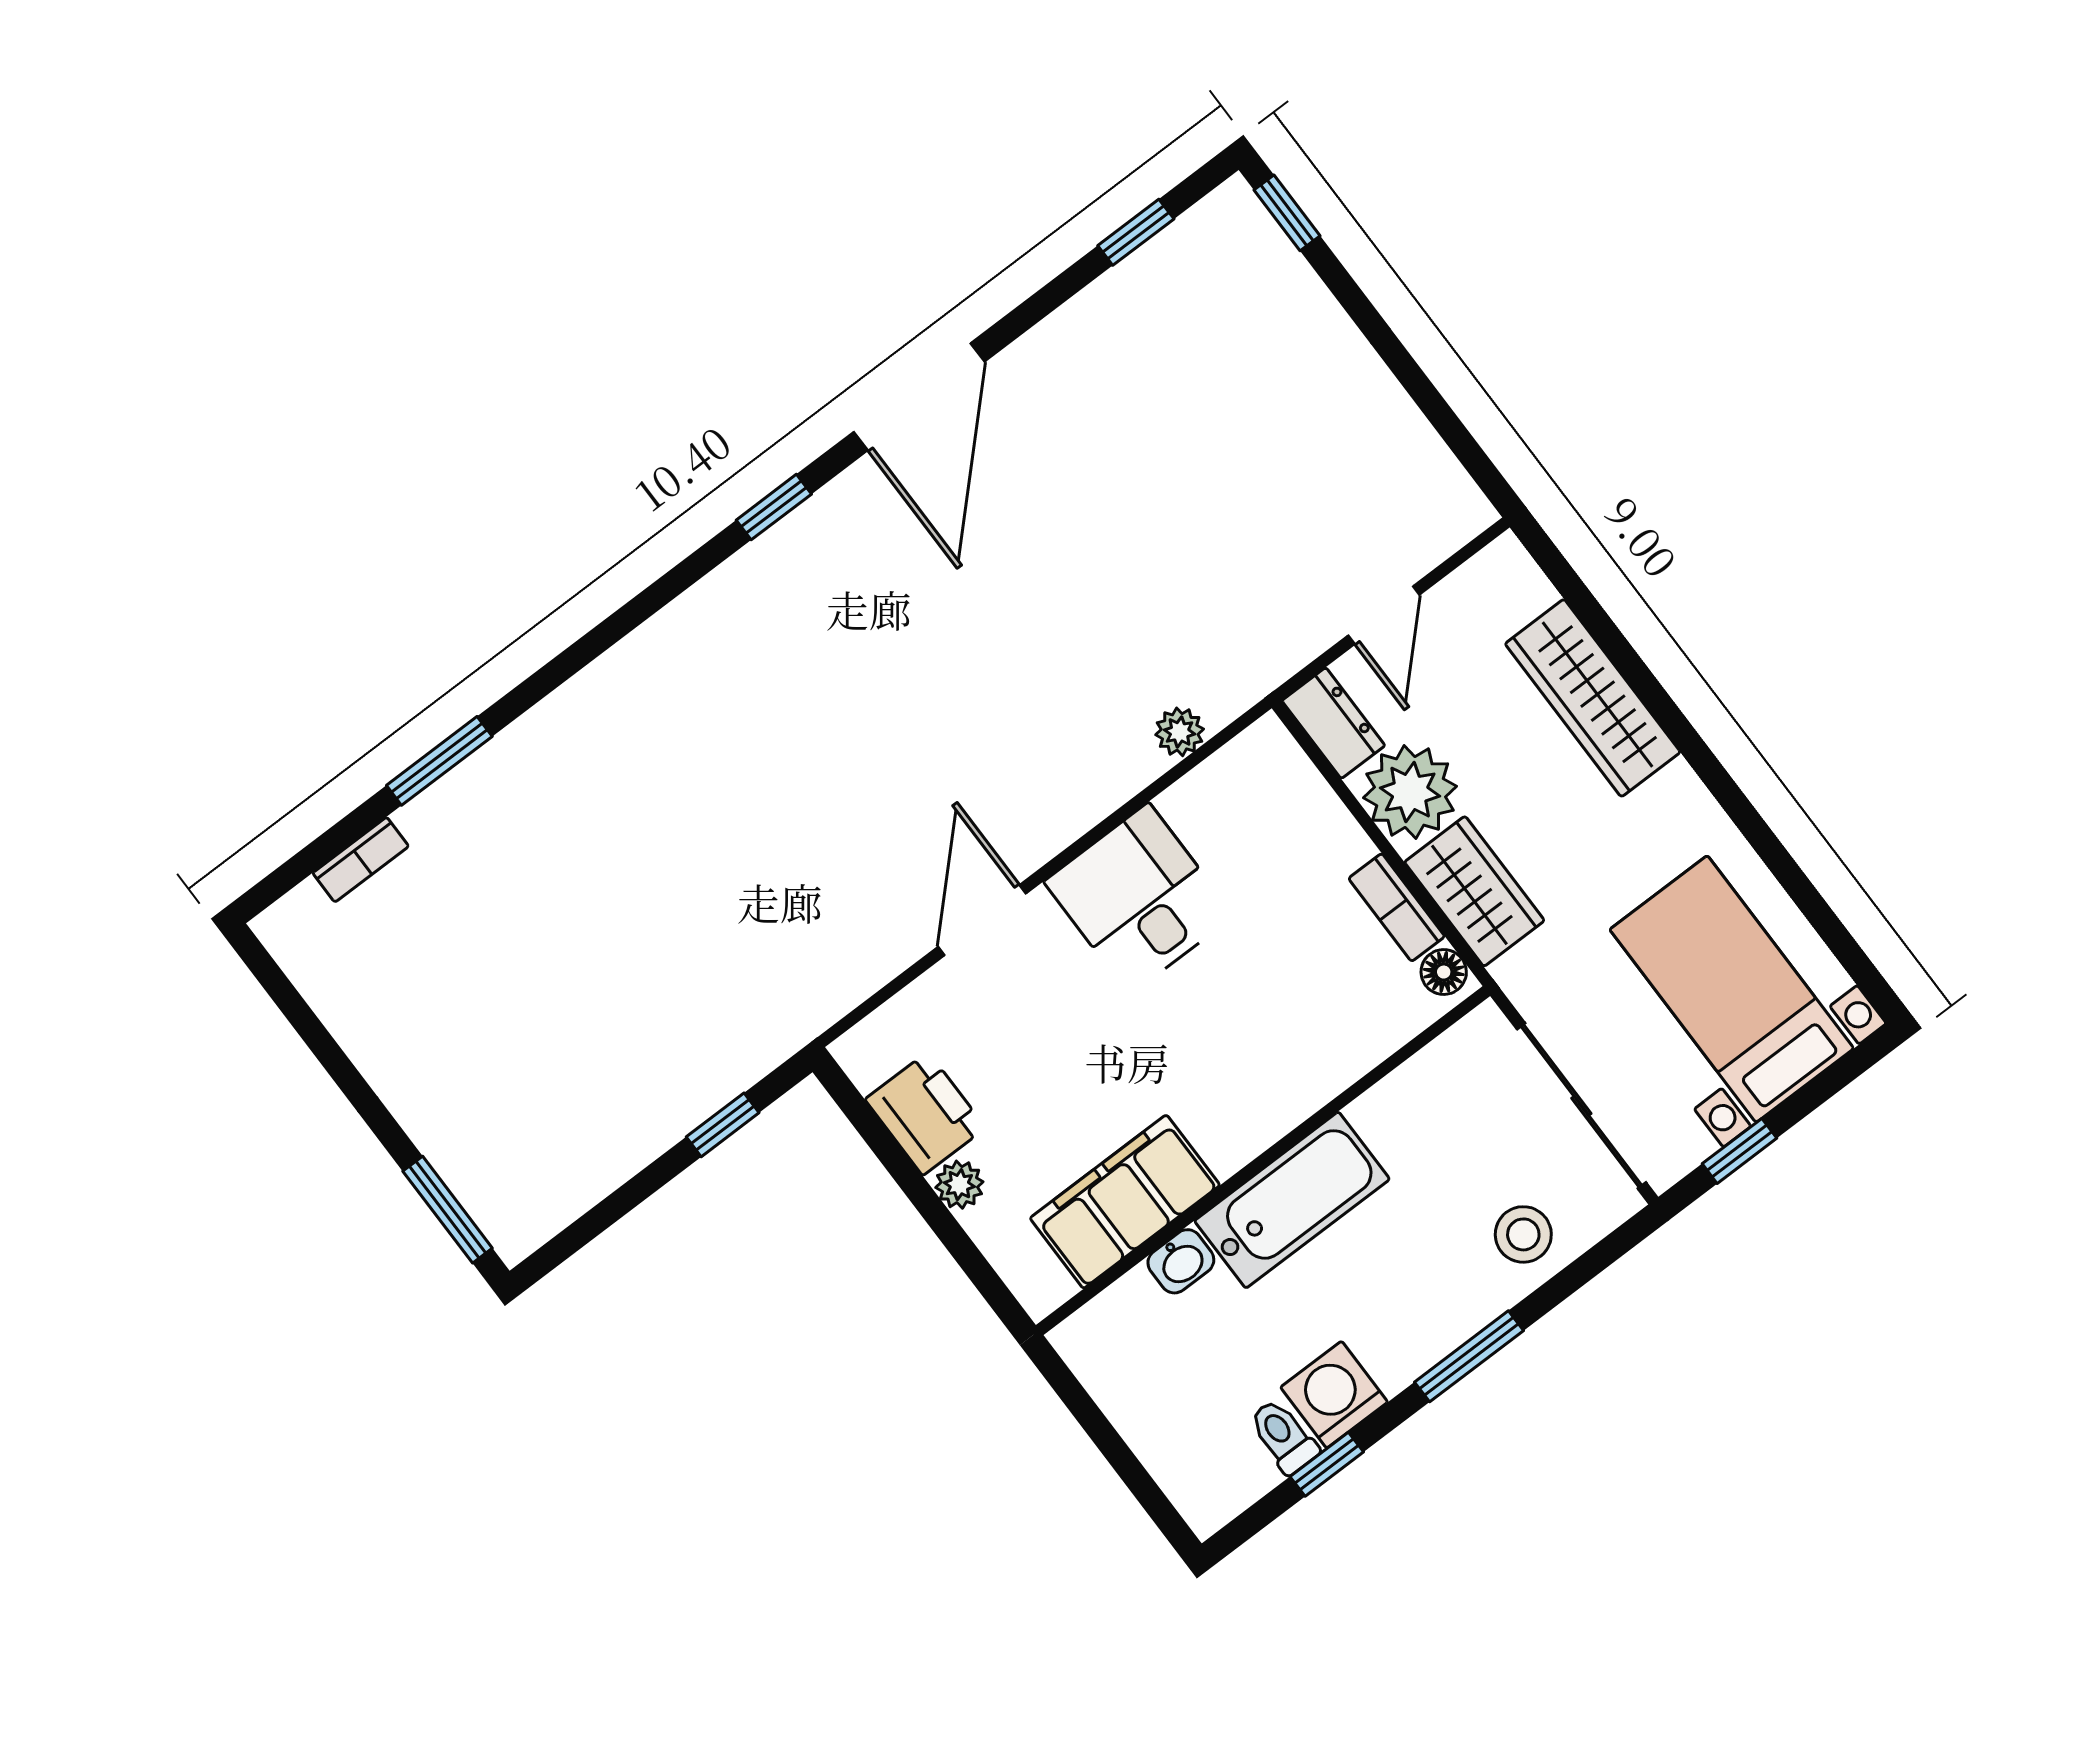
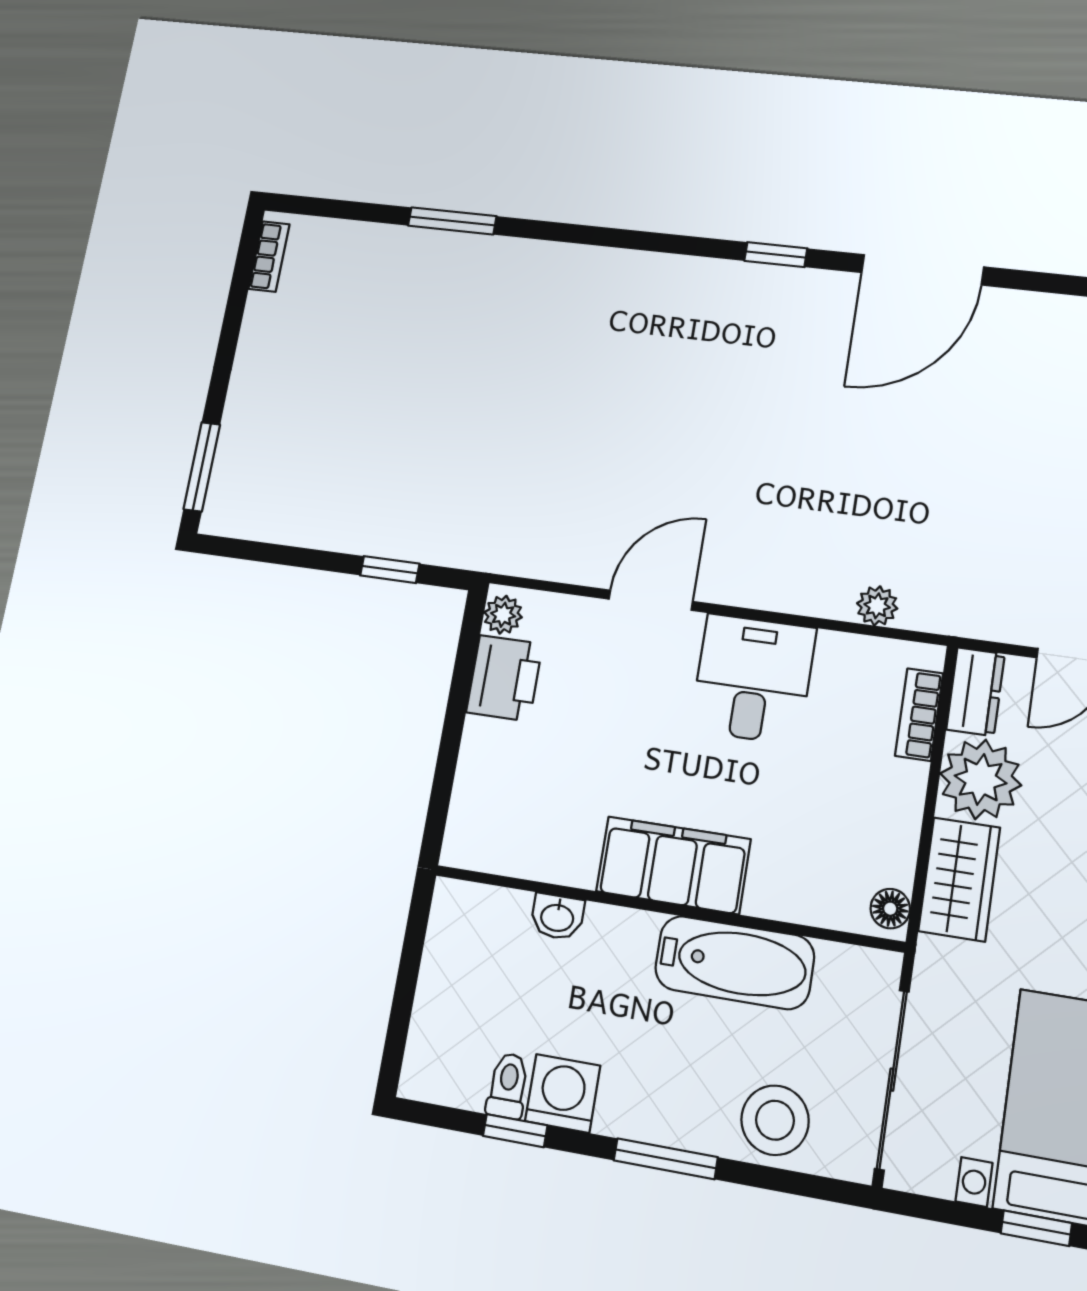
bookcase: (361, 860) -> (269, 257), moved, turned -90
bookcase: (1397, 907) -> (919, 715), moved
window: (1740, 1151) -> (1036, 1228), moved
plant: (959, 1185) -> (503, 615), moved
bathtub: (1292, 1200) -> (734, 962), moved
filing cabinet: (1125, 1202) -> (673, 865), moved
stool: (1523, 1234) -> (775, 1120), width x1.38, depth x1.38

